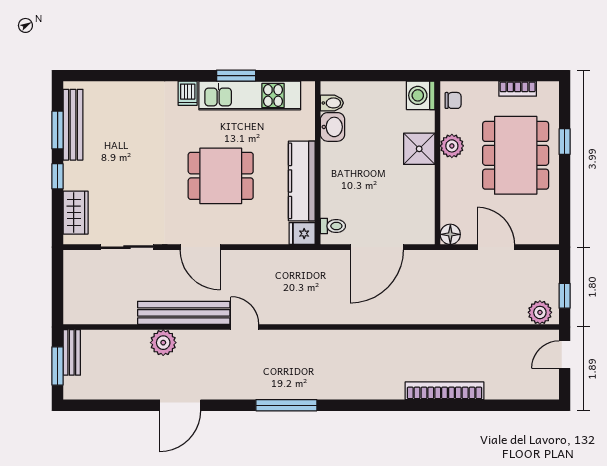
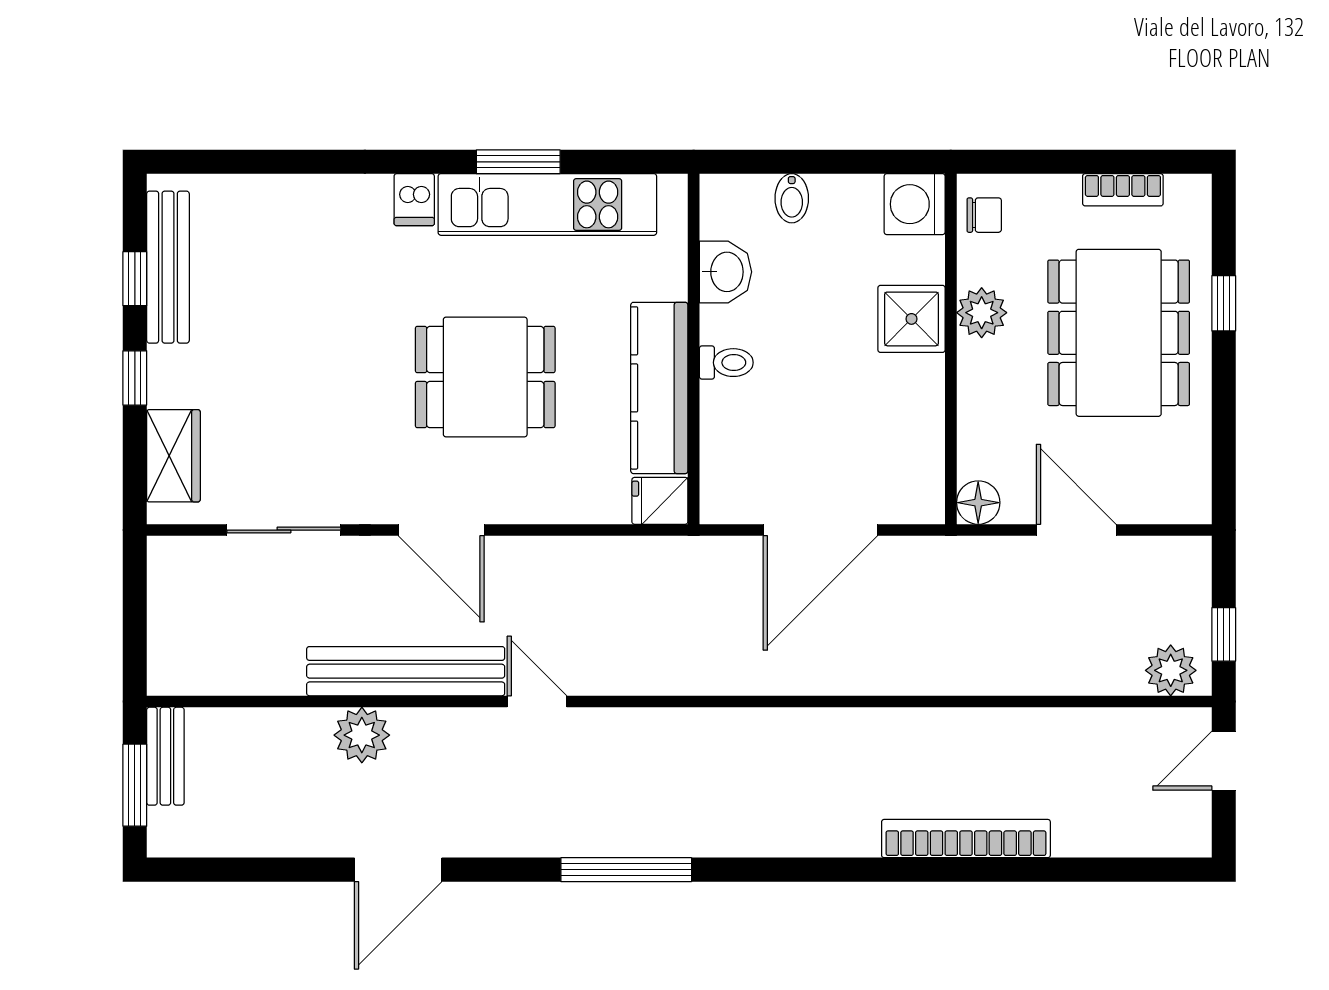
bidet: (332, 103) -> (792, 198), moved, turned 90
window: (58, 130) -> (135, 279), width x0.67
toilet: (333, 226) -> (726, 363), moved

